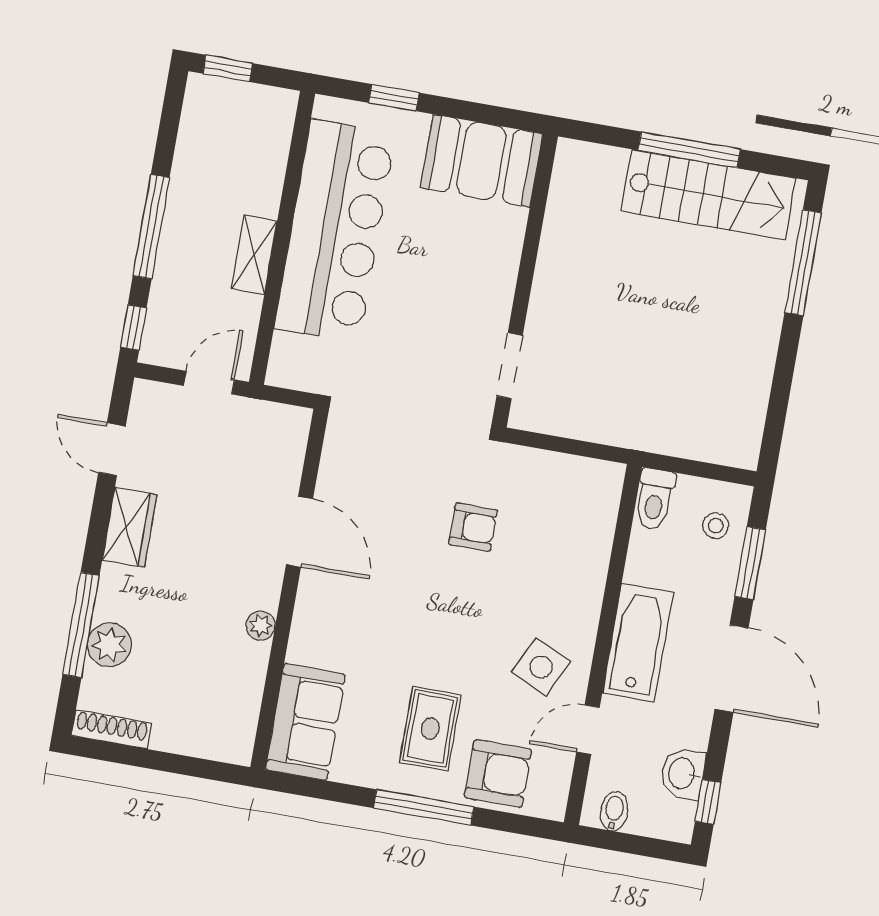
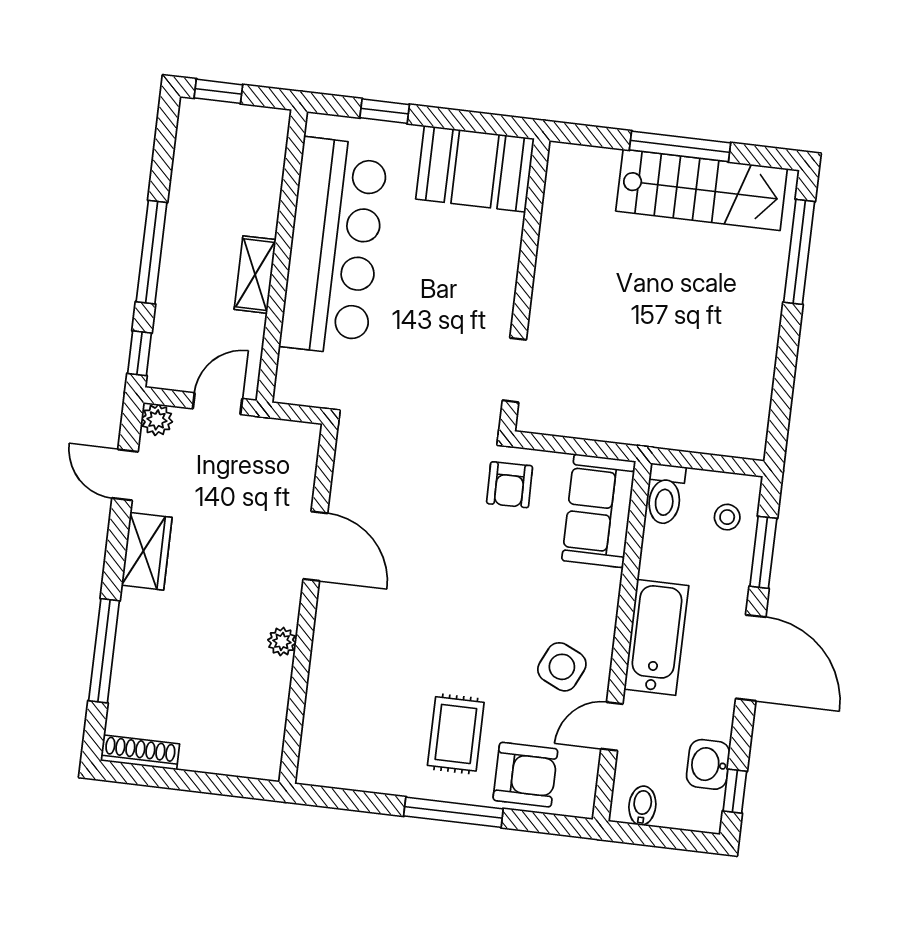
armchair: (473, 527) -> (510, 485), moved, turned 89
plant: (109, 645) -> (157, 420), moved, width x0.73, depth x0.73
sofa: (305, 722) -> (599, 511), moved, turned 180

